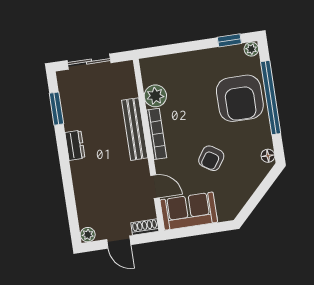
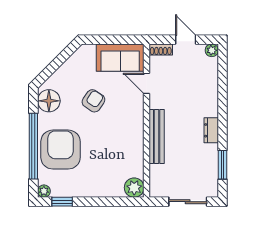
plant: (155, 96) -> (134, 188), moved
bookcase: (156, 134) -> (138, 129), removed
floor lamp: (268, 156) -> (49, 101), width x1.89, depth x1.89

